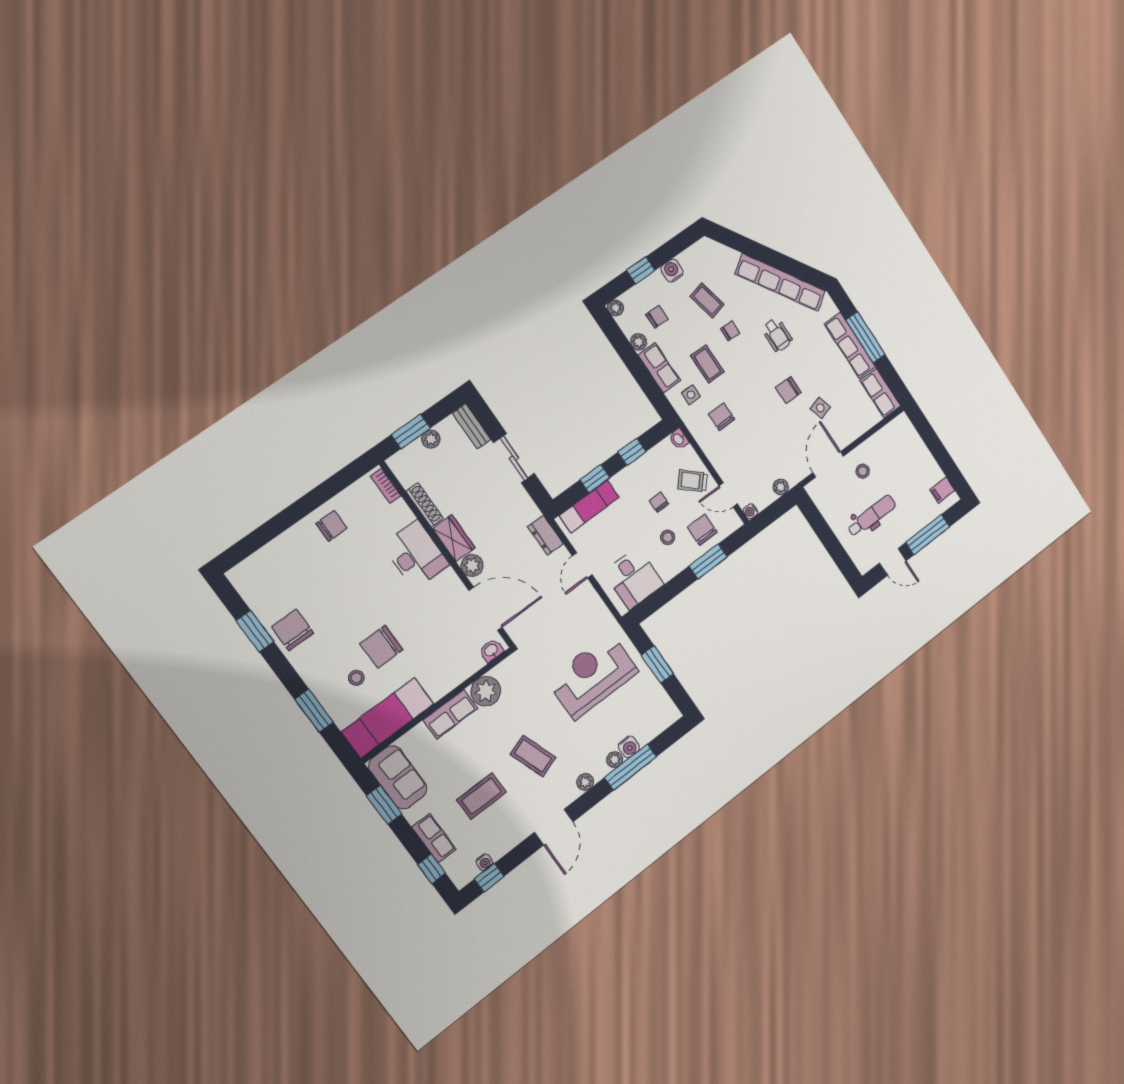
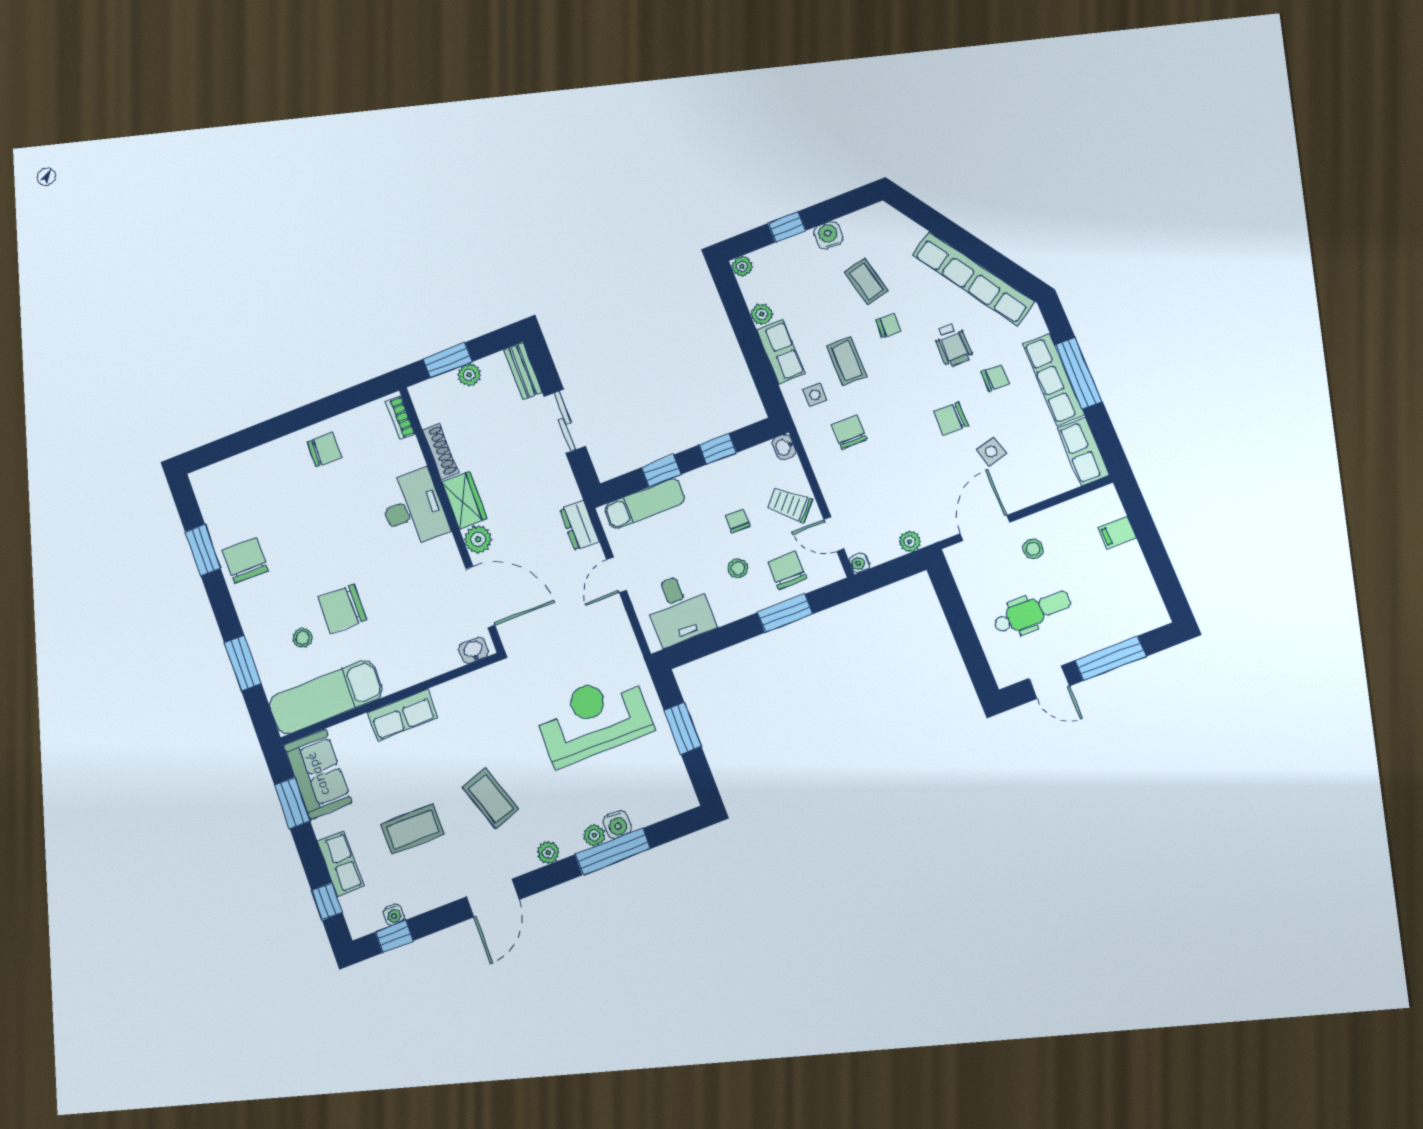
chair: (657, 317) -> (995, 378), moved
filing cabinet: (942, 490) -> (1117, 533), moved
plant: (486, 691) -> (453, 699), removed

